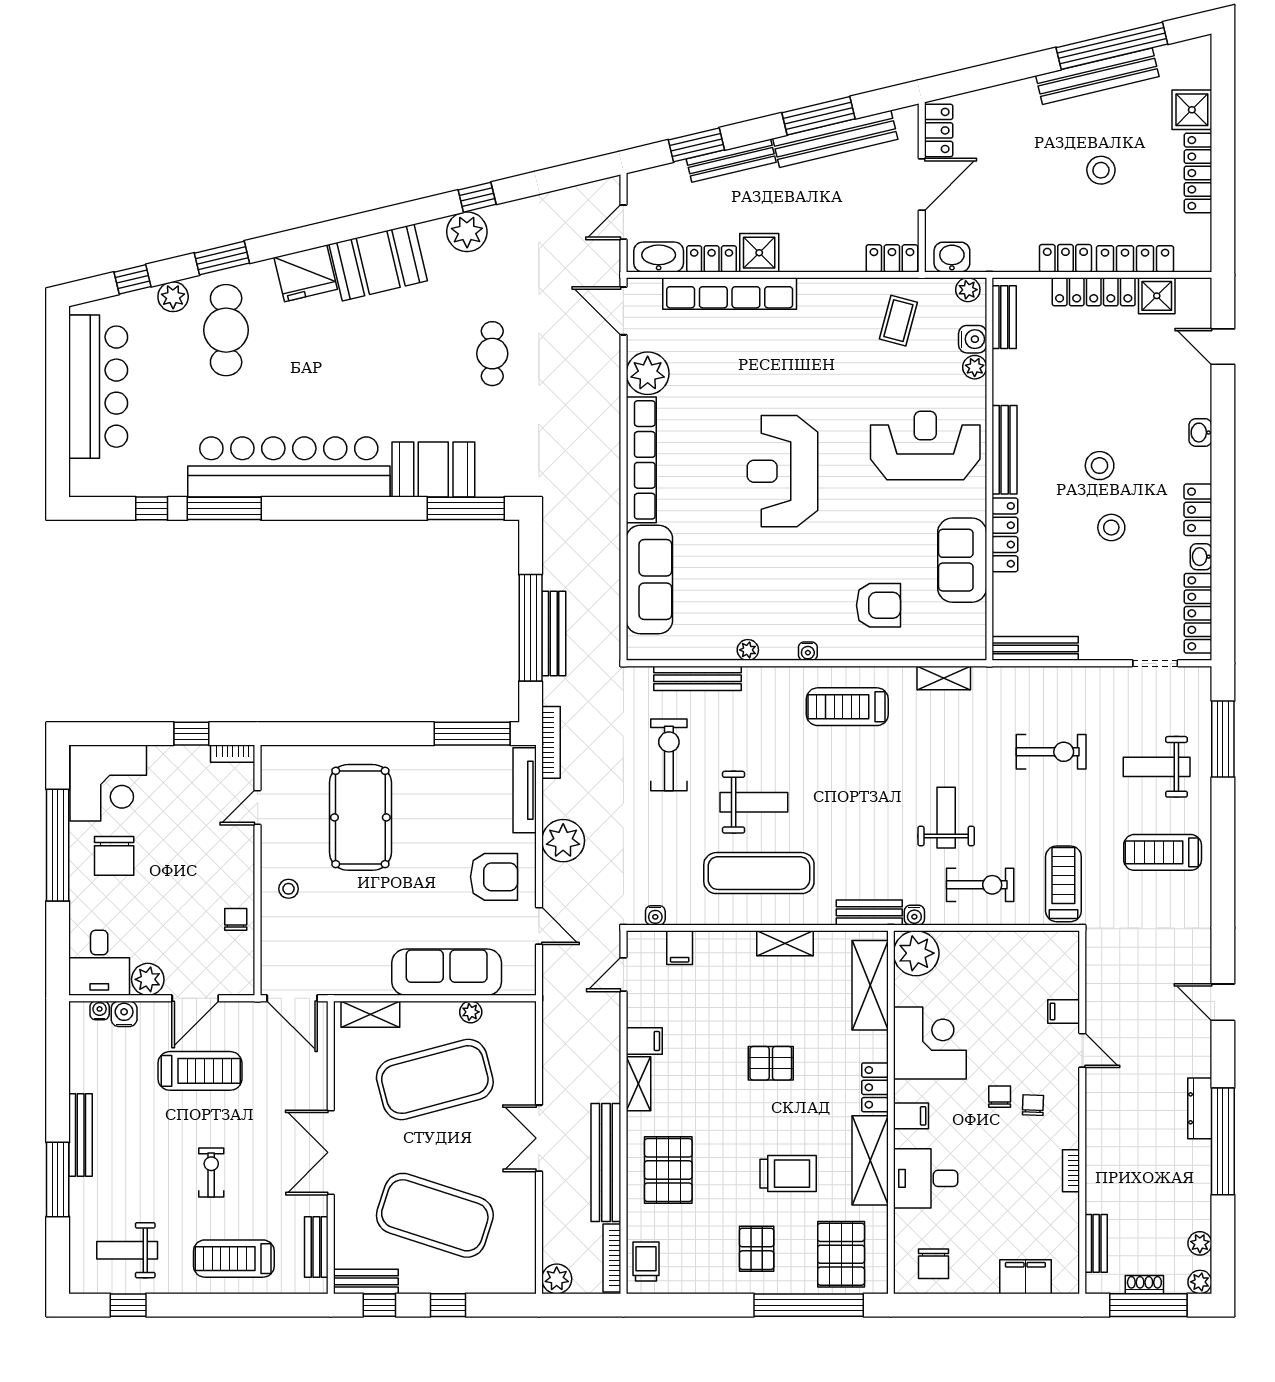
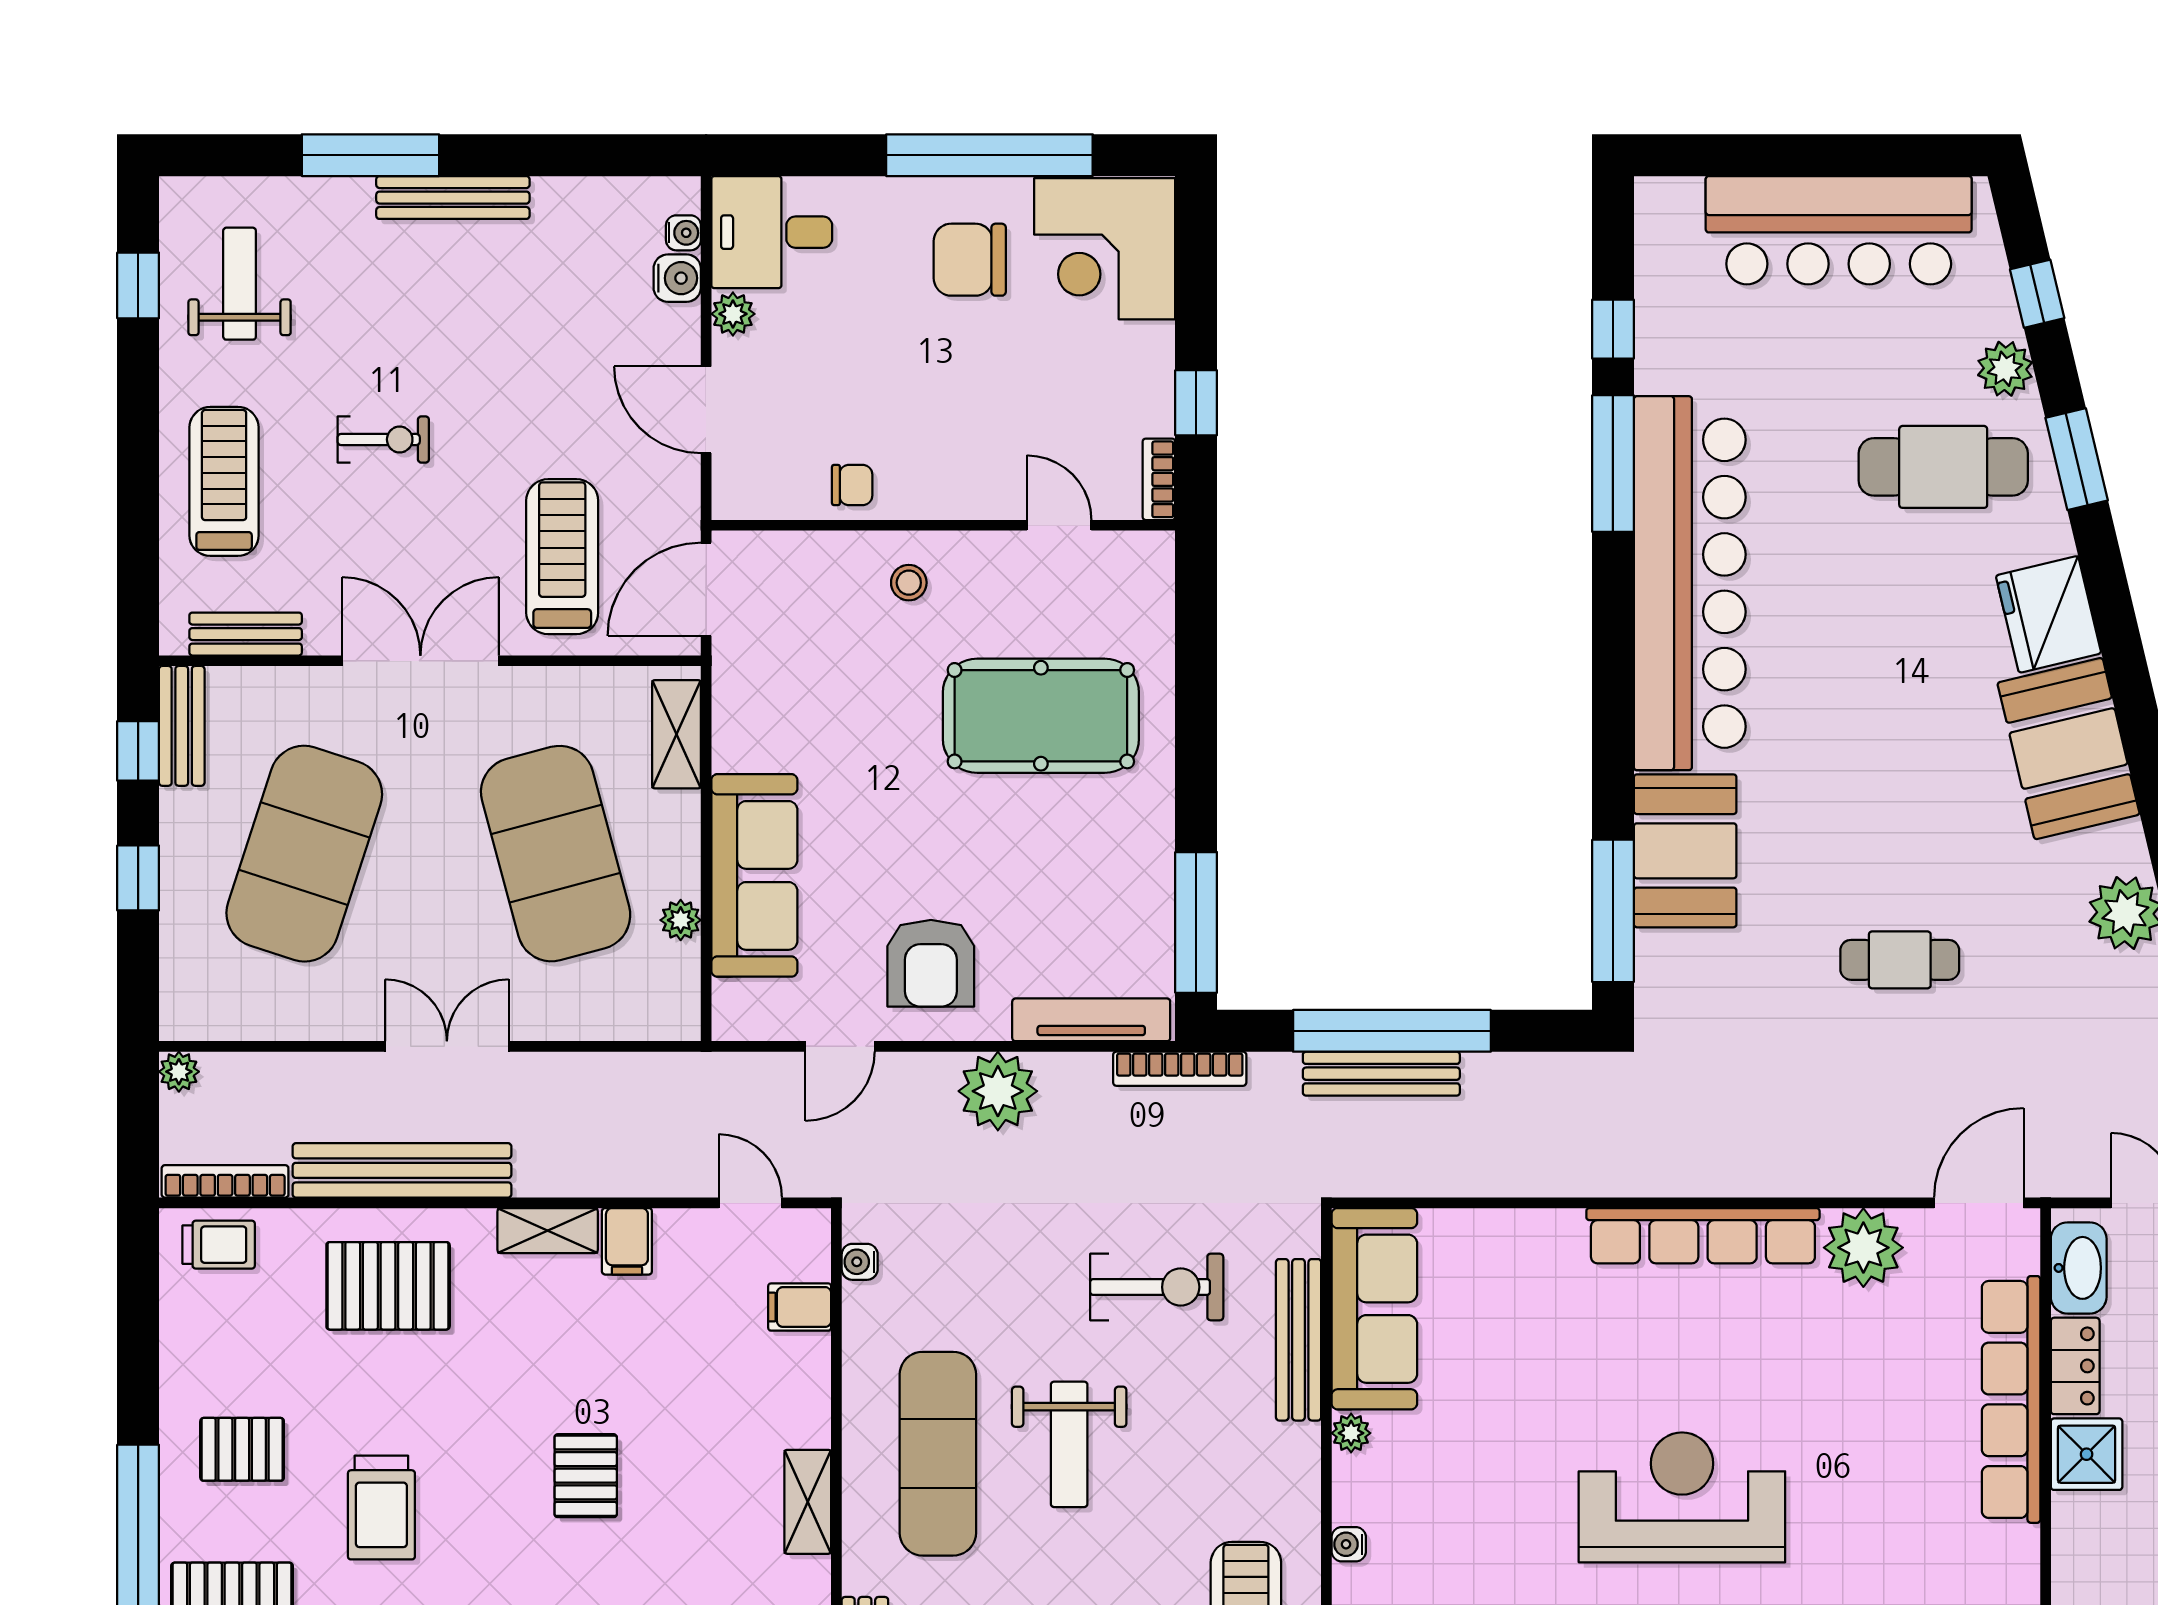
sofa: (649, 579) -> (1374, 1309), moved, turned -90
plant: (148, 979) -> (733, 314), width x0.73, depth x0.73
treadmill: (200, 1071) -> (562, 557), moved, turned 180
plant: (557, 1279) -> (179, 1072), width x0.73, depth x0.73

